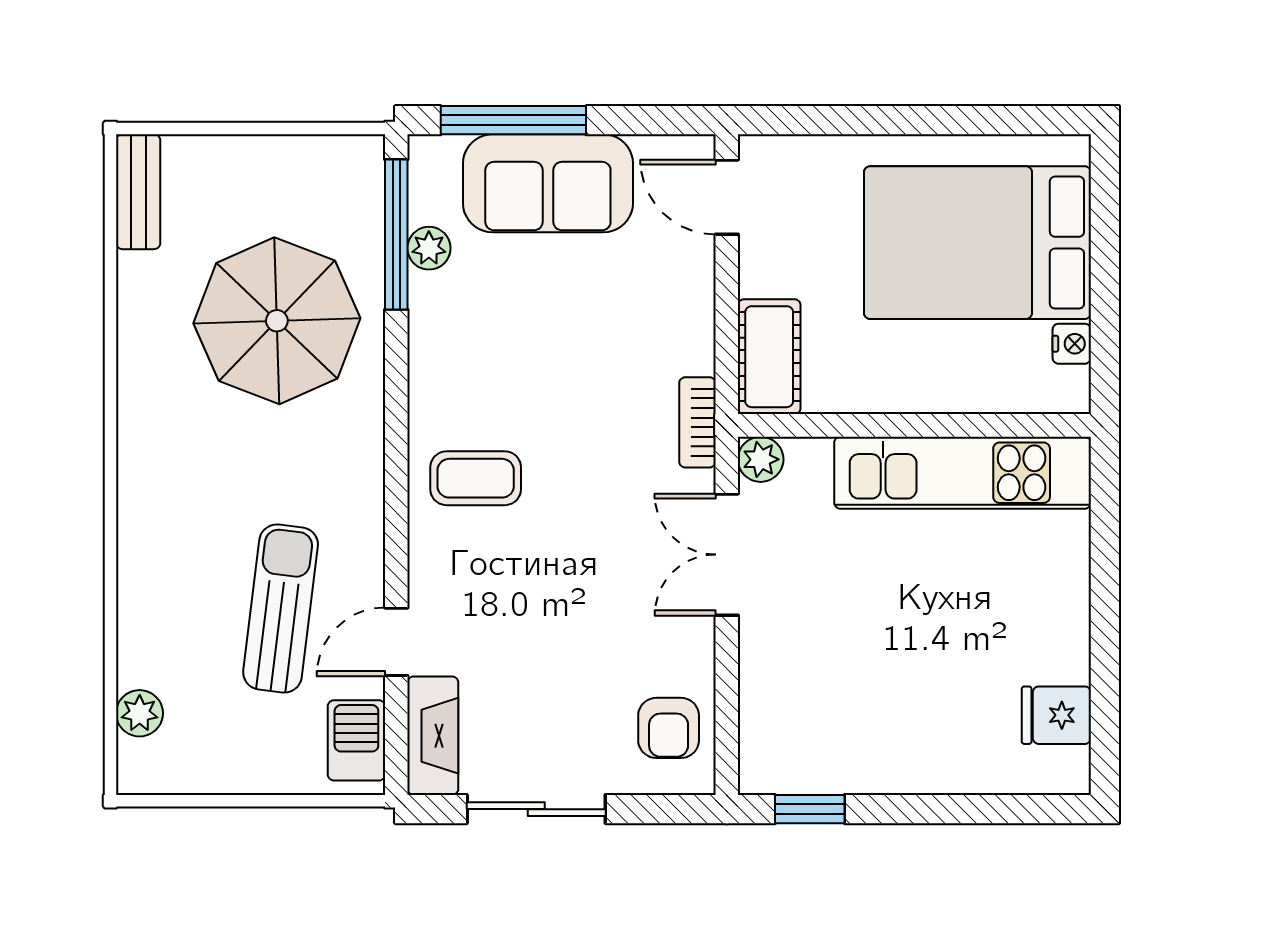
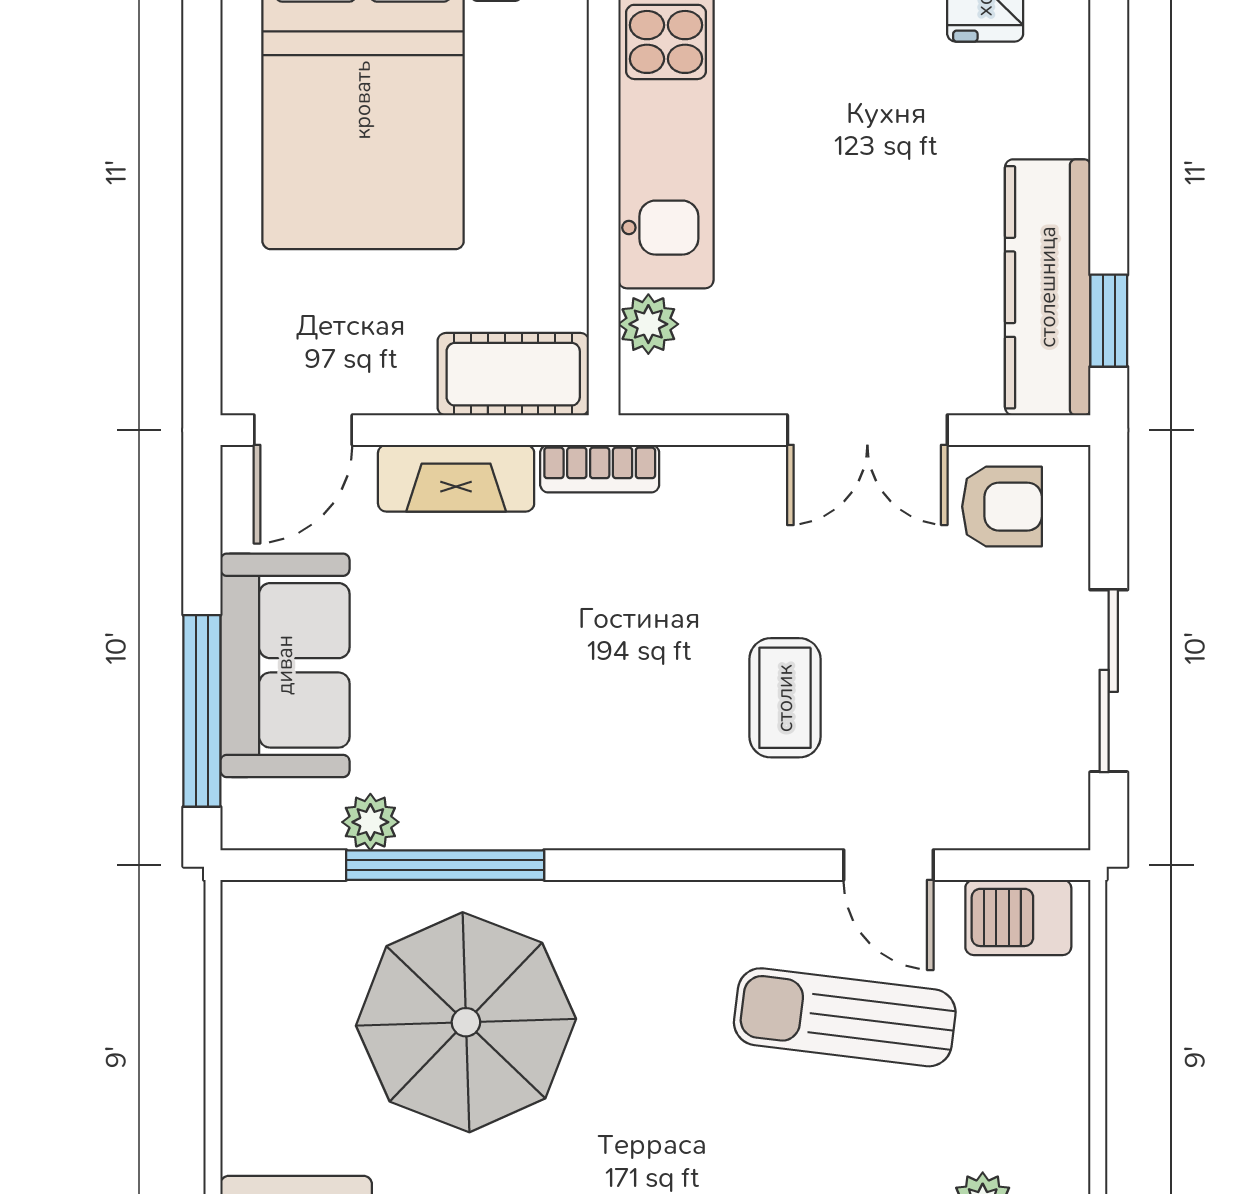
window: (396, 234) -> (445, 865), moved
plant: (761, 459) -> (648, 324), moved
coffee table: (476, 478) -> (785, 698), moved
double door: (727, 555) -> (867, 430), moved
fireplace: (433, 736) -> (456, 478), moved, turned 180
kitchen counter: (835, 763) -> (1048, 287), added

